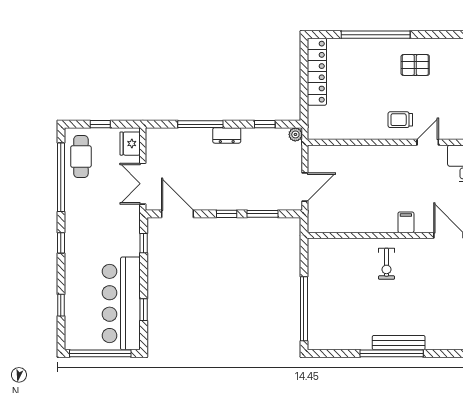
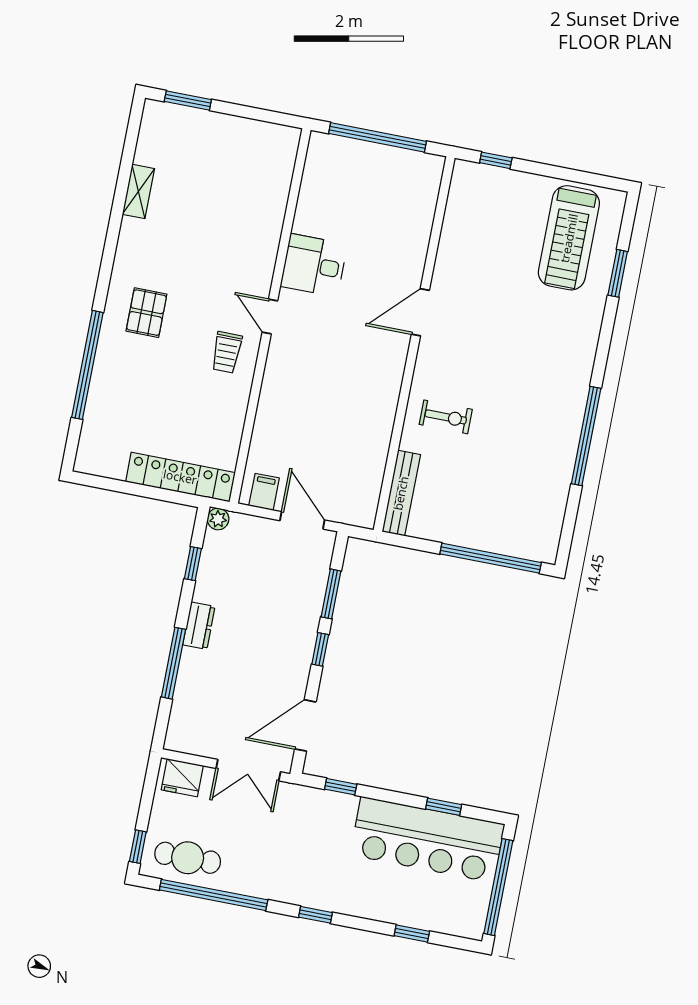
locker: (317, 72) -> (180, 477), moved
window: (100, 124) -> (138, 847), moved
filing cabinet: (406, 222) -> (264, 492), moved, turned 90
bench: (399, 343) -> (401, 493), moved

